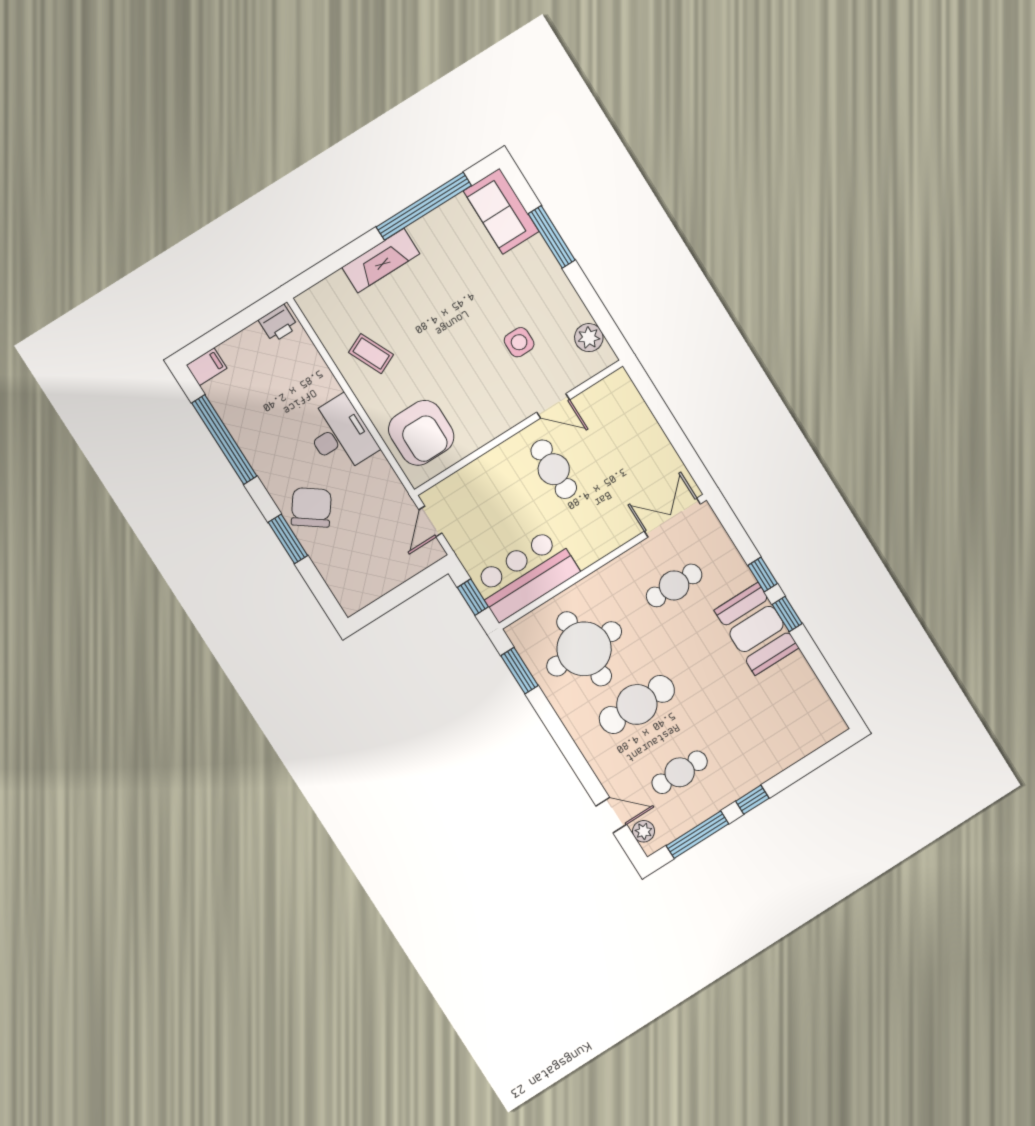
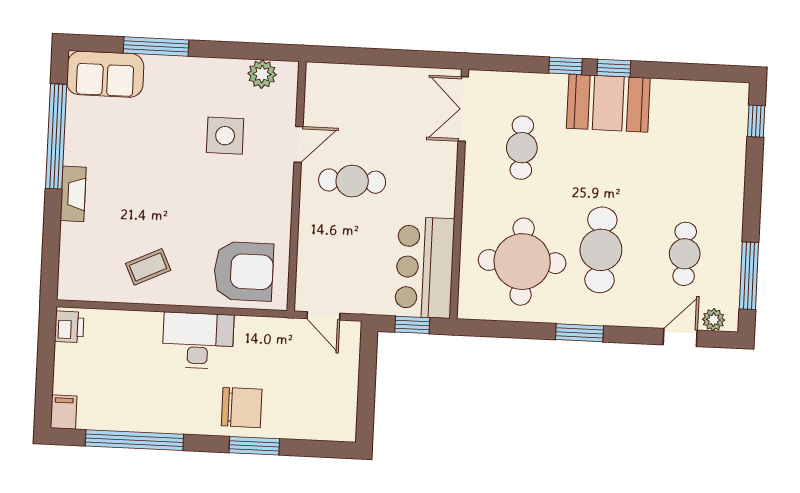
fireplace: (381, 261) -> (73, 194), width x0.73, depth x0.76
side table: (519, 342) -> (225, 136), width x1.37, depth x1.37
chair: (311, 507) -> (242, 408), turned 144
window: (520, 671) -> (580, 333), moved
window: (752, 800) -> (756, 121), moved

